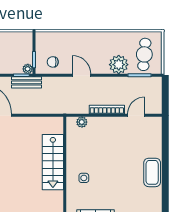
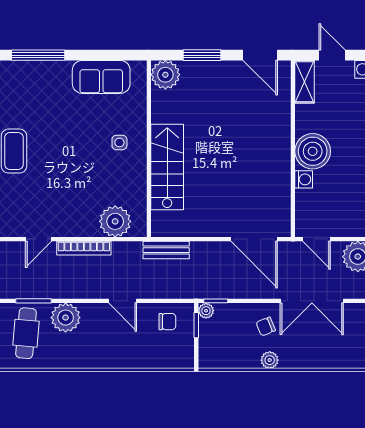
bench: (27, 82) -> (166, 250), moved
plant: (82, 122) -> (115, 221), width x1.87, depth x1.87

